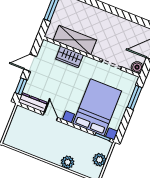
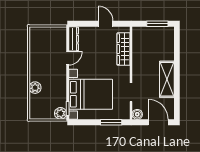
shelving: (75, 40) -> (167, 79), moved
wardrobe: (69, 57) -> (124, 49), width x1.50
window: (21, 86) -> (83, 24), removed
plant: (99, 160) -> (61, 113), moved

